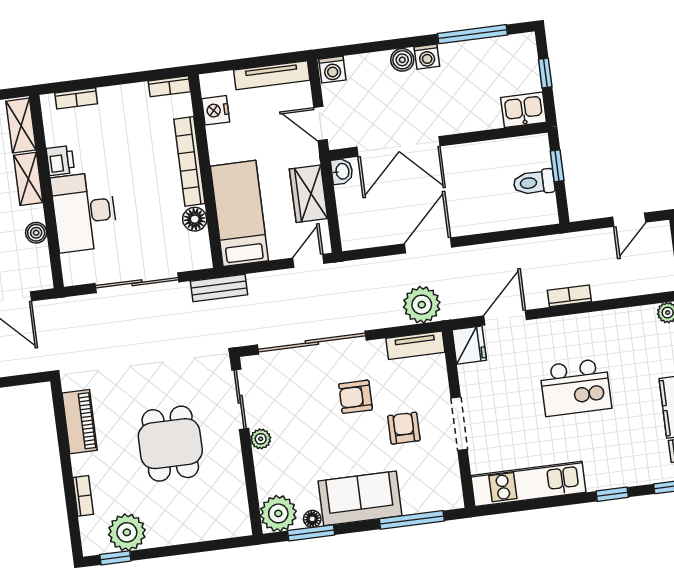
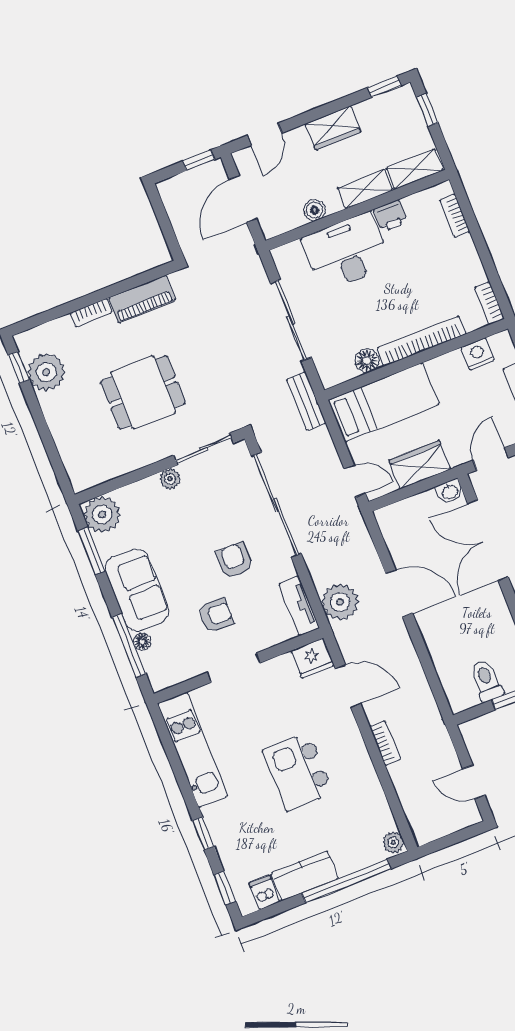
bookcase: (83, 496) -> (91, 313), moved
floor lamp: (312, 519) -> (142, 642), moved

